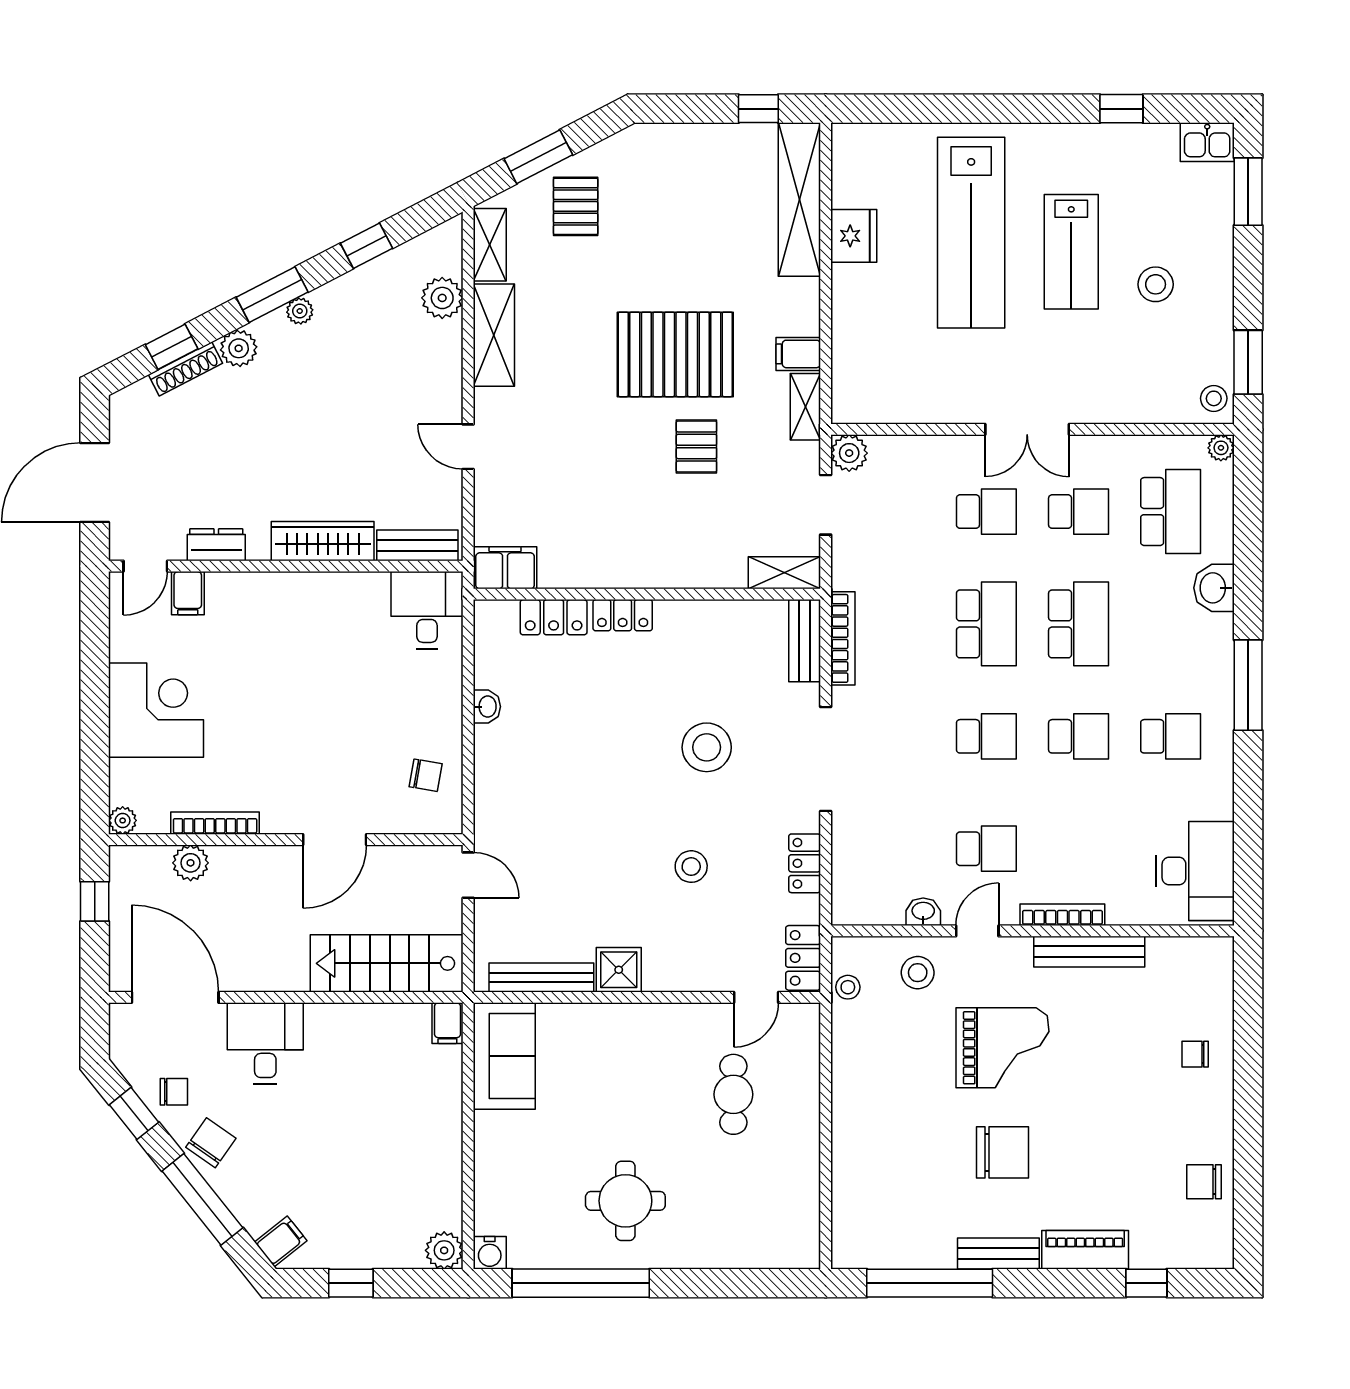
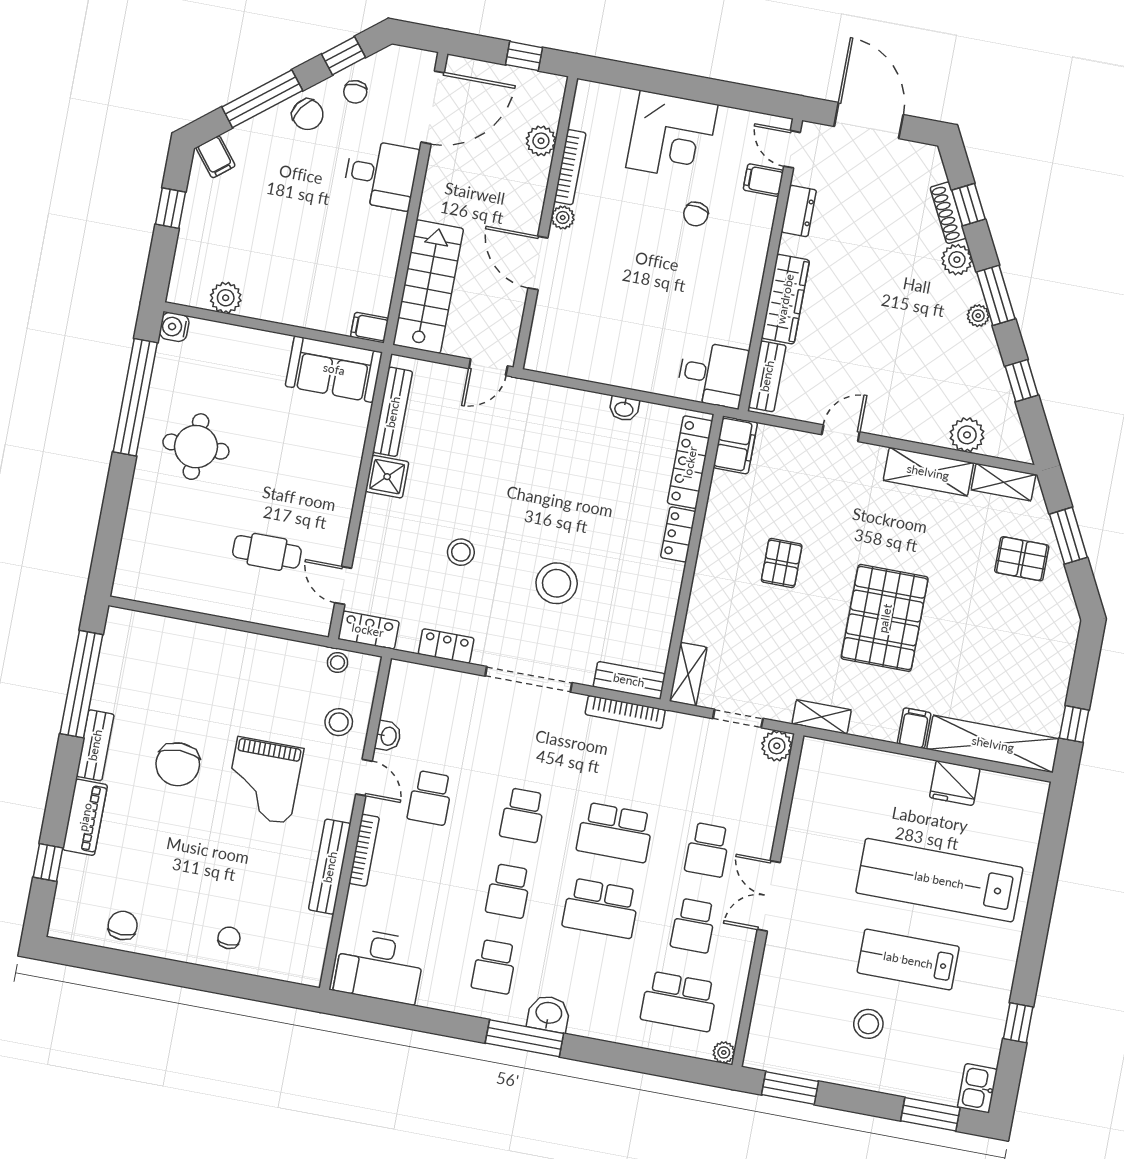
filing cabinet: (798, 354) -> (914, 728), moved
stool: (1214, 398) -> (766, 1054), removed
pallet: (696, 446) -> (782, 563), moved, turned 90
washbasin: (1214, 588) -> (549, 1014), moved
locker: (554, 617) -> (690, 462), width x1.53
chair: (426, 775) -> (696, 214), moved
plant: (123, 820) -> (563, 218), moved
plant: (444, 1250) -> (226, 298), moved

